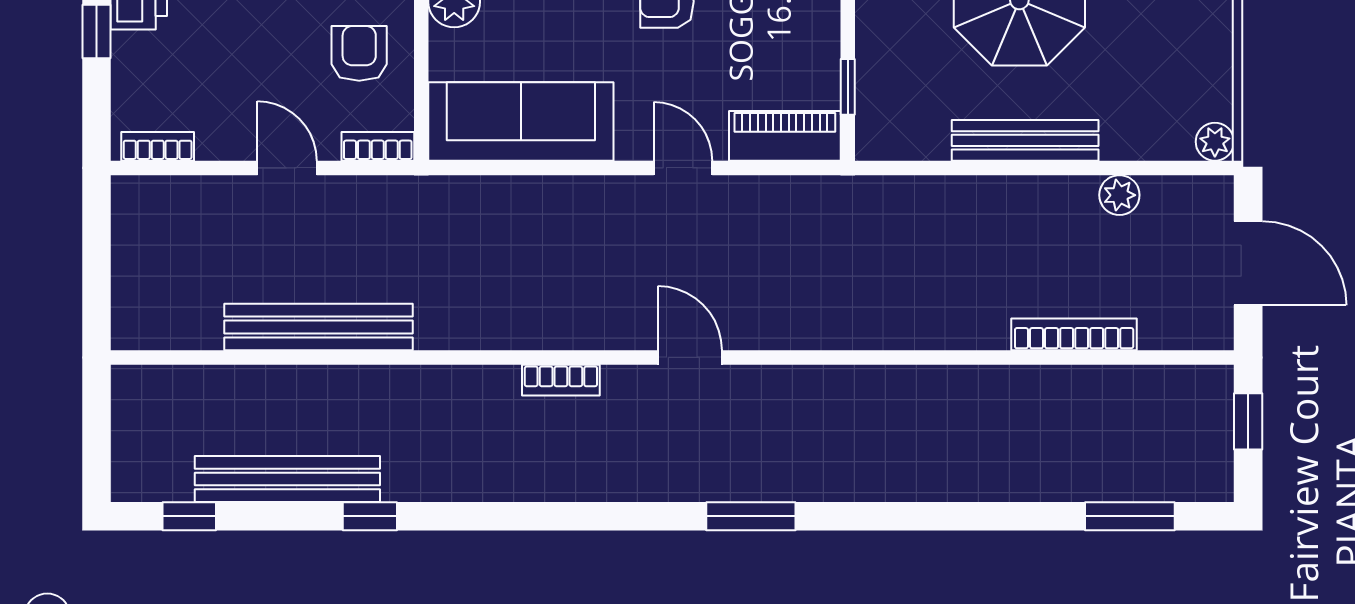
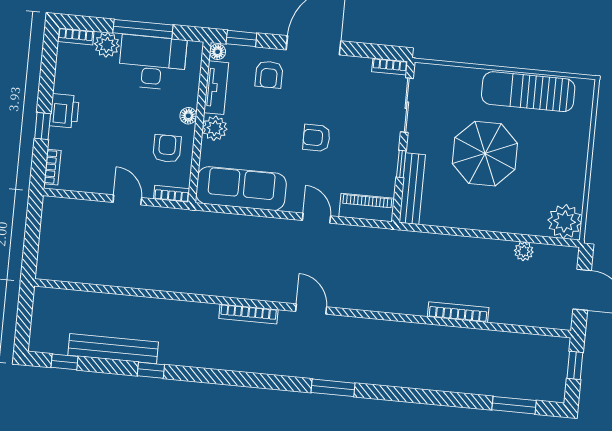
window: (848, 87) -> (401, 164), moved
bench: (1025, 140) -> (412, 189), moved, turned 90
plant: (1215, 142) -> (565, 221), width x1.88, depth x1.88
bookcase: (158, 146) -> (52, 167), moved, turned 90
bench: (318, 327) -> (135, 277), removed
bookcase: (1074, 334) -> (458, 312), moved
bookcase: (561, 380) -> (248, 314), width x1.56

